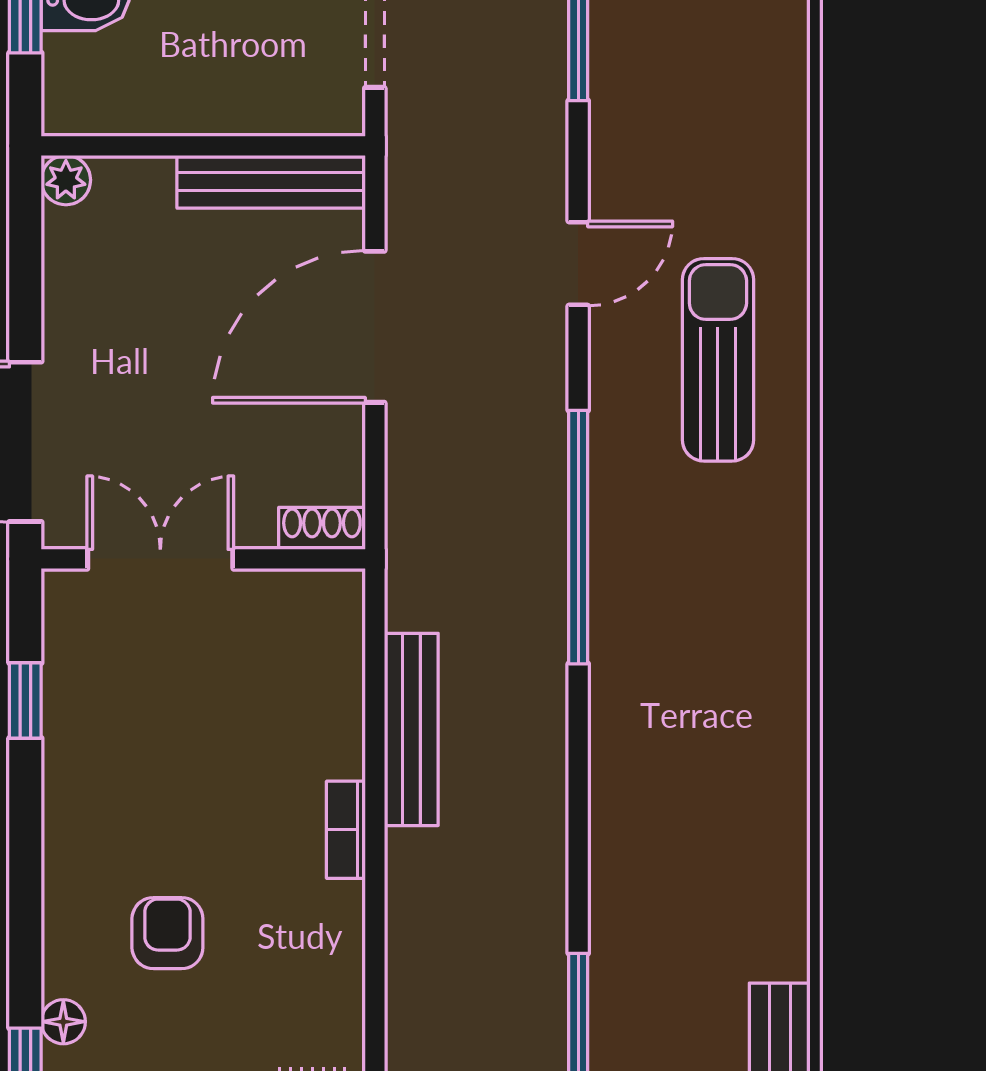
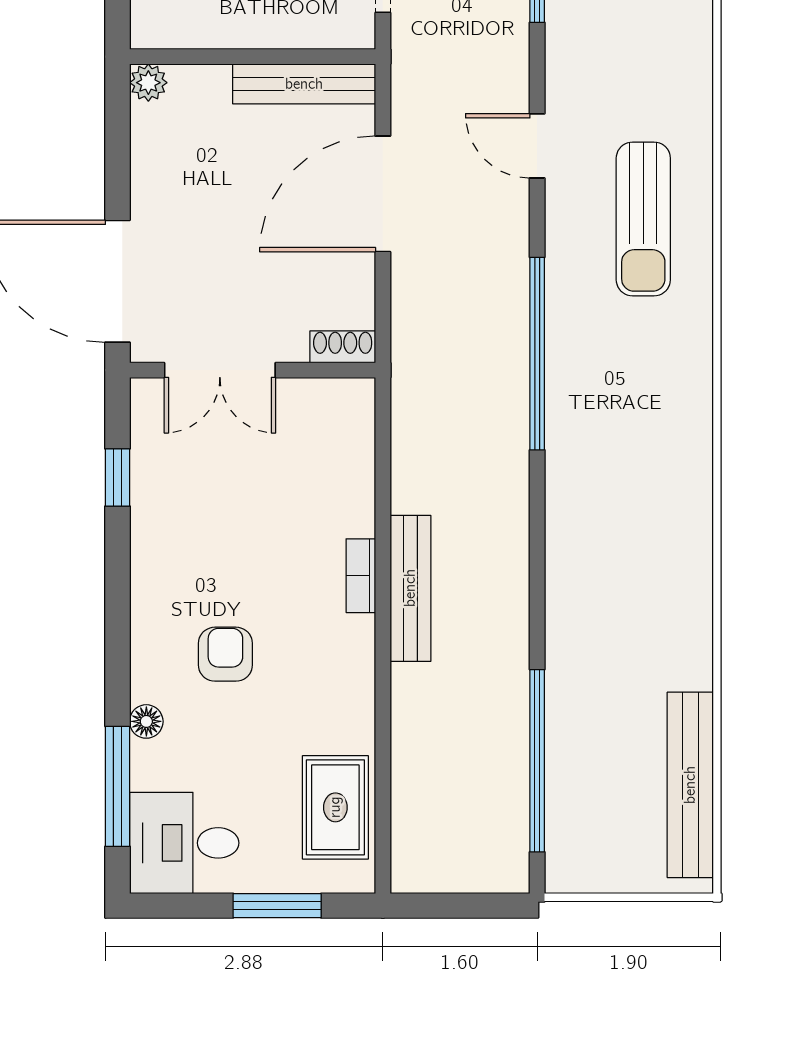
door: (578, 263) -> (537, 146), swing flipped
sun lounger: (718, 360) -> (643, 219), turned 180
double door: (160, 559) -> (220, 370), swing flipped
bench: (411, 729) -> (410, 588), moved

